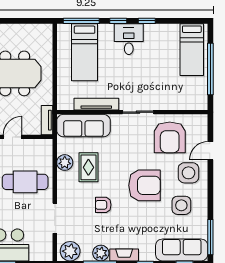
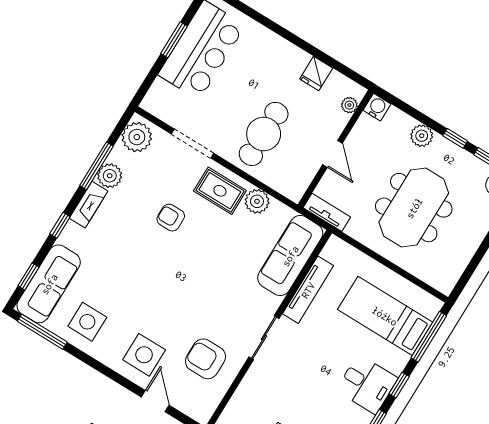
armchair: (170, 137) -> (205, 359), width x0.73, depth x0.73
rug: (88, 167) -> (220, 191), moved
armchair: (145, 185) -> (163, 287), removed
armchair: (103, 205) -> (171, 218), turned -90
side table: (181, 205) -> (87, 322), moved

